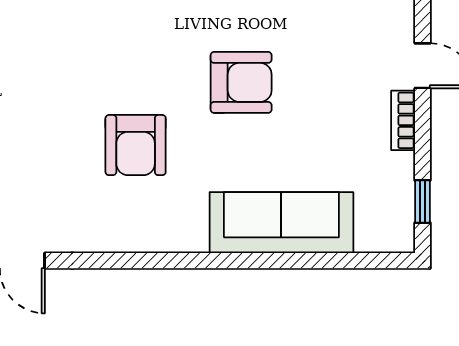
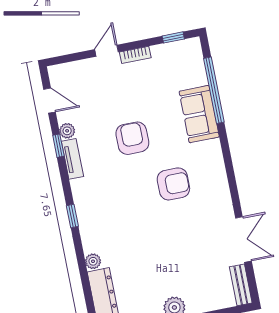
sofa: (281, 223) -> (199, 114), width x0.73
window: (303, 261) -> (214, 90), added

